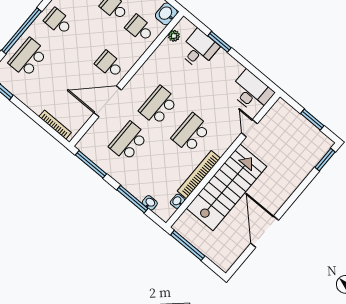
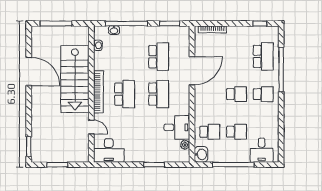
desk: (199, 49) -> (177, 127), moved, turned -90
school desk: (109, 65) -> (237, 94), moved
window: (91, 164) -> (170, 23), width x0.69
bookcase: (199, 175) -> (98, 92), moved
window: (132, 199) -> (127, 23), width x1.46
window: (188, 245) -> (56, 23), moved

